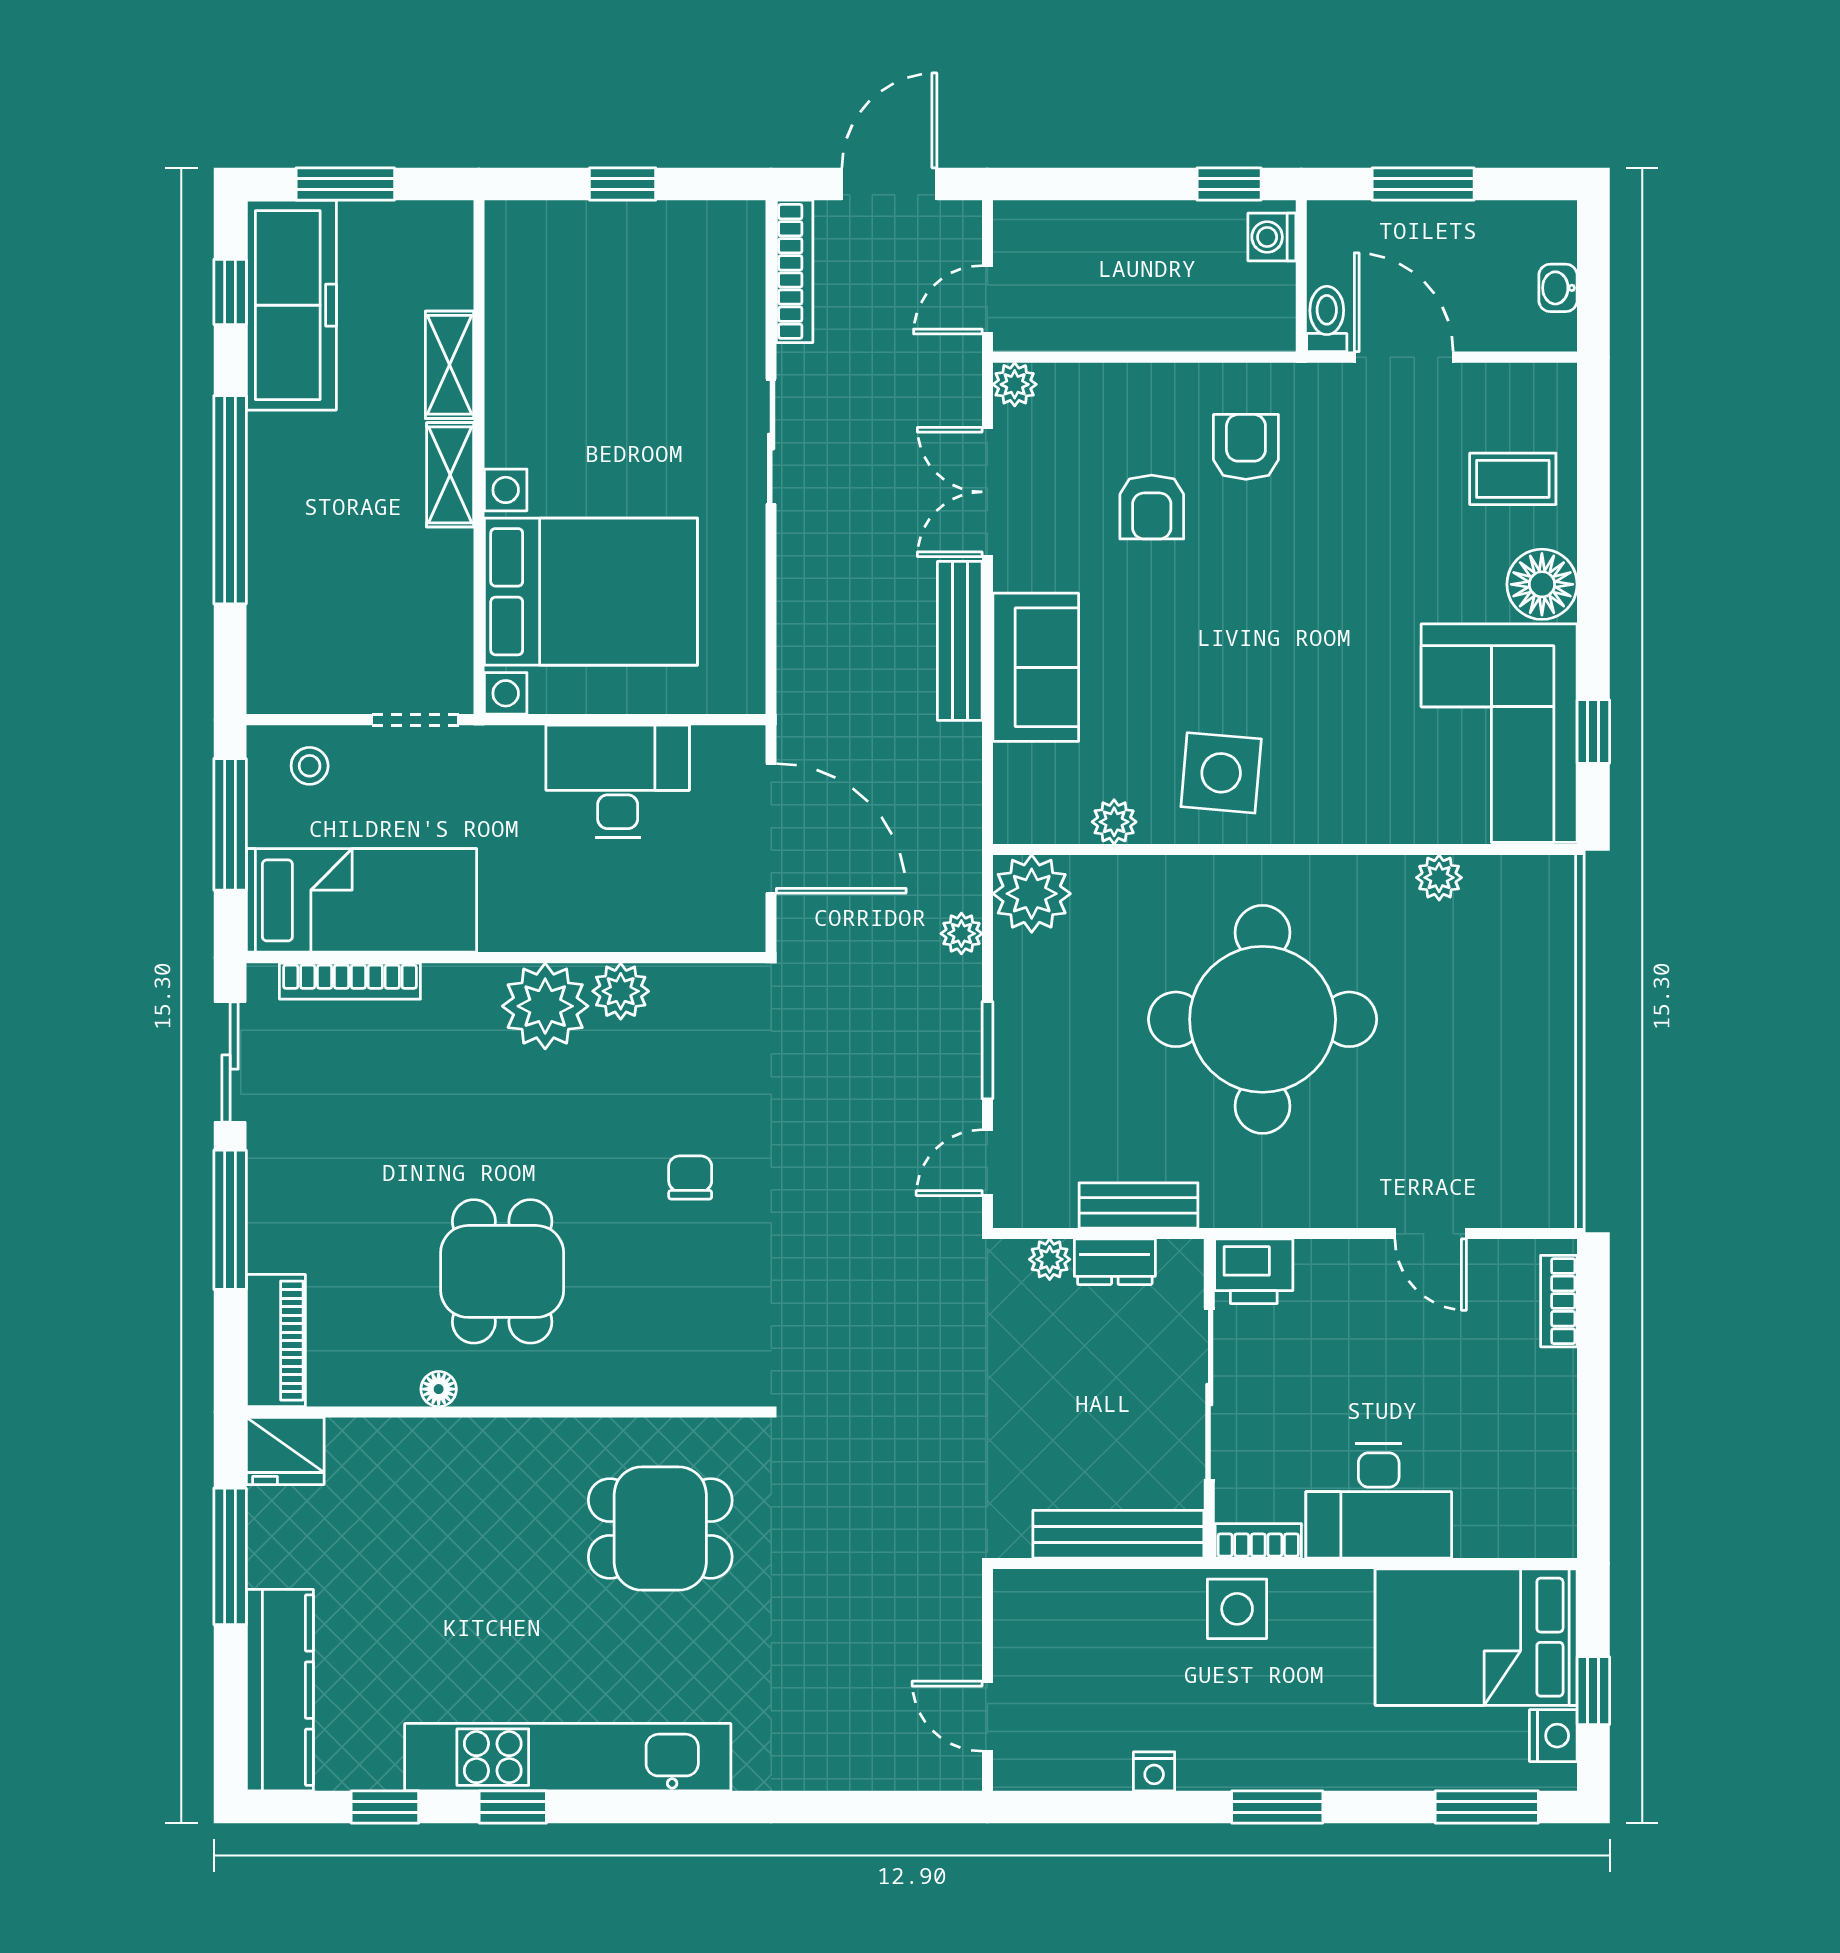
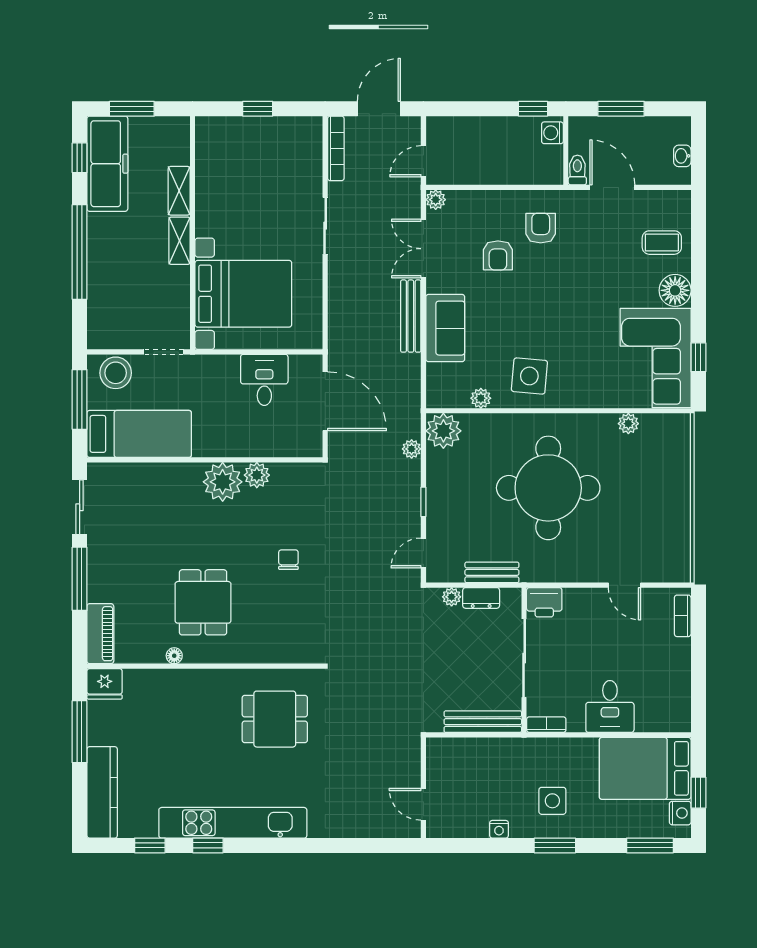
stool: (310, 766) -> (116, 373), width x1.89, depth x1.89
desk: (618, 781) -> (264, 380), width x0.73
bookcase: (350, 981) -> (134, 471), removed
window: (987, 1050) -> (423, 502), width x0.67
desk: (1379, 1501) -> (610, 706), width x0.73
side table: (1237, 1609) -> (552, 801), moved

